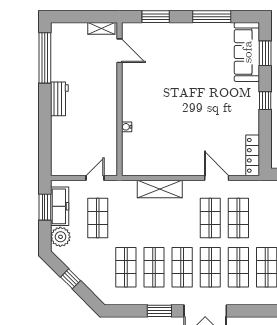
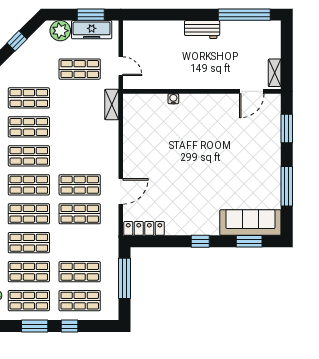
shelving: (160, 189) -> (112, 104), moved, width x0.67, depth x0.75

